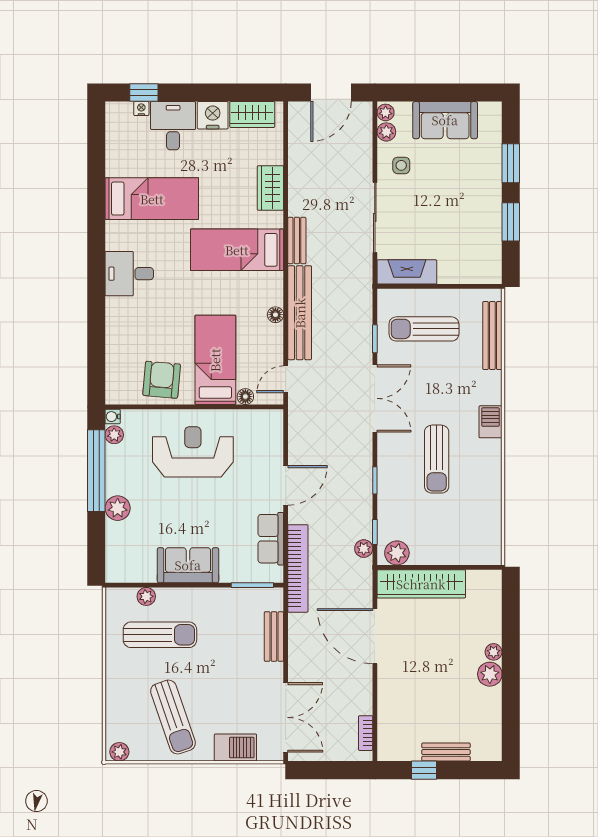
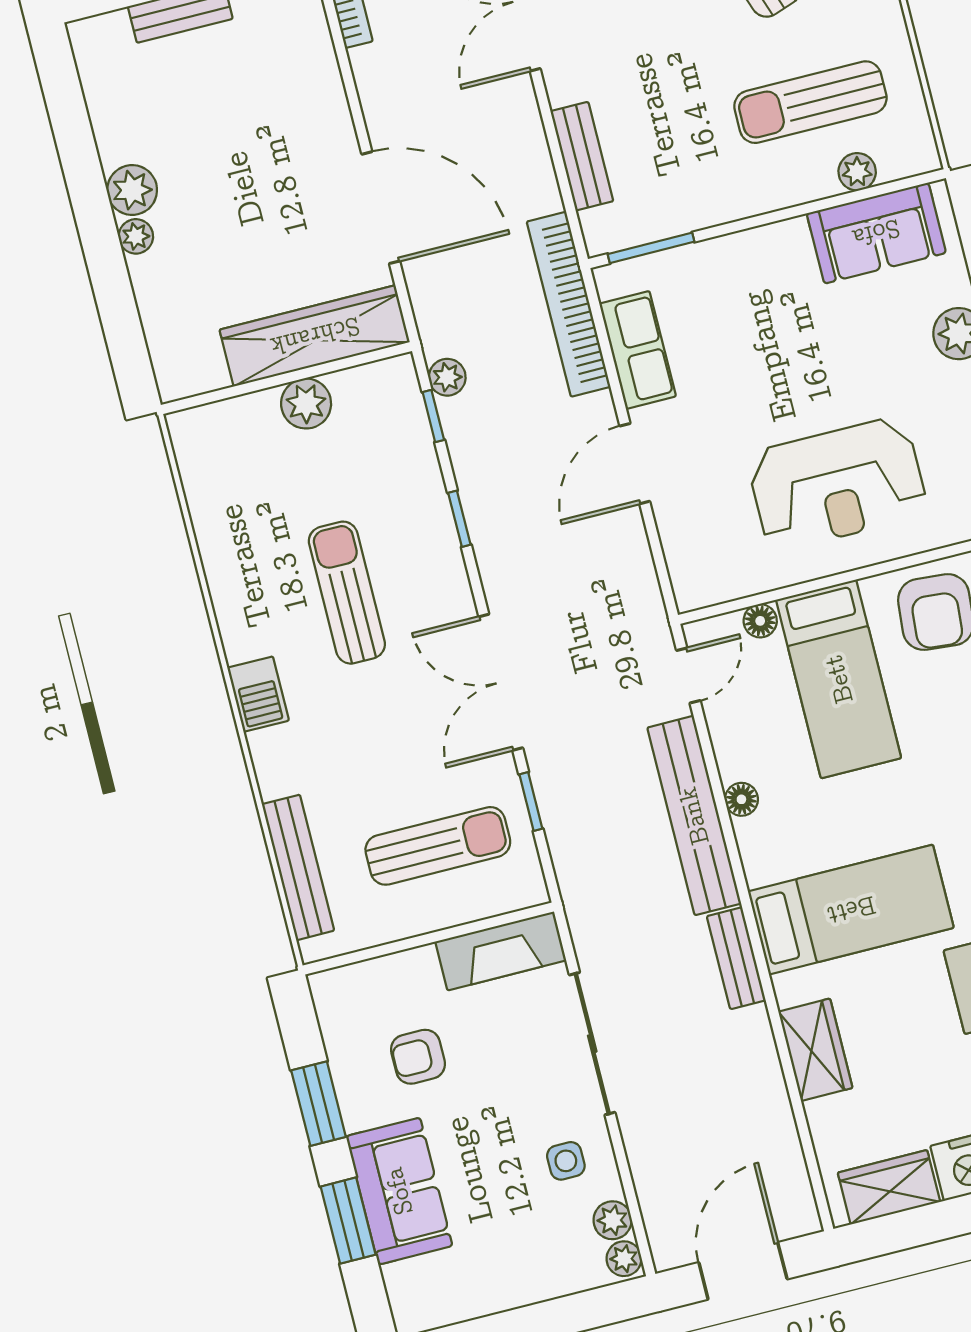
sofa: (445, 120) -> (399, 1191), moved, turned 90
armchair: (458, 232) -> (418, 1057), added
plant: (397, 553) -> (306, 404), moved
sofa: (188, 565) -> (876, 233), moved

